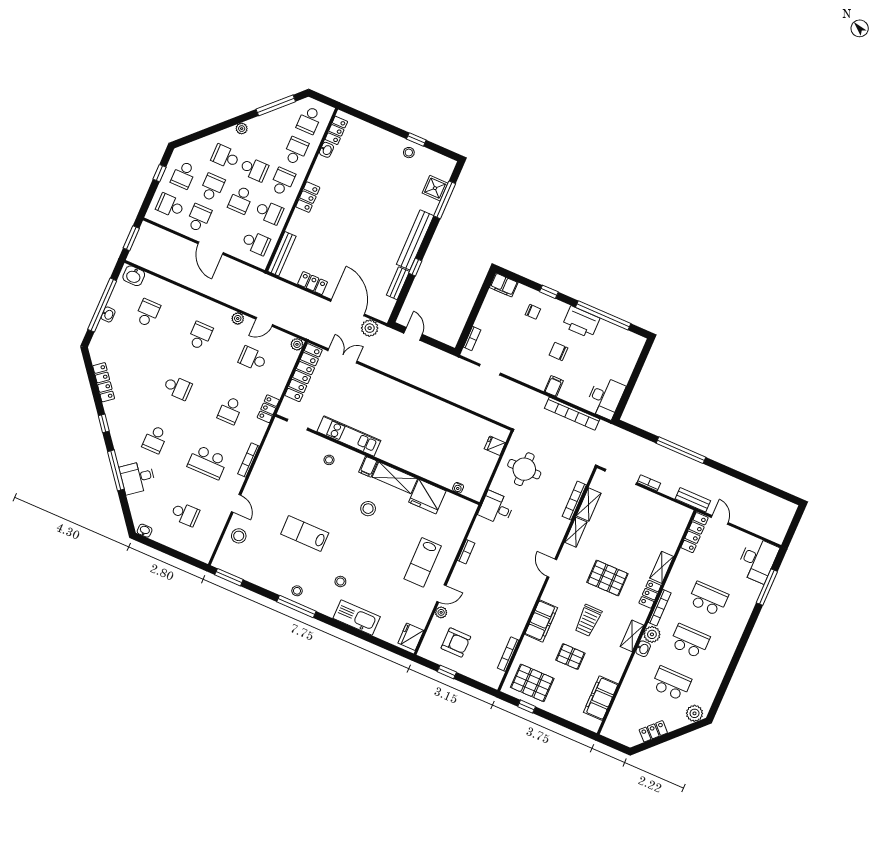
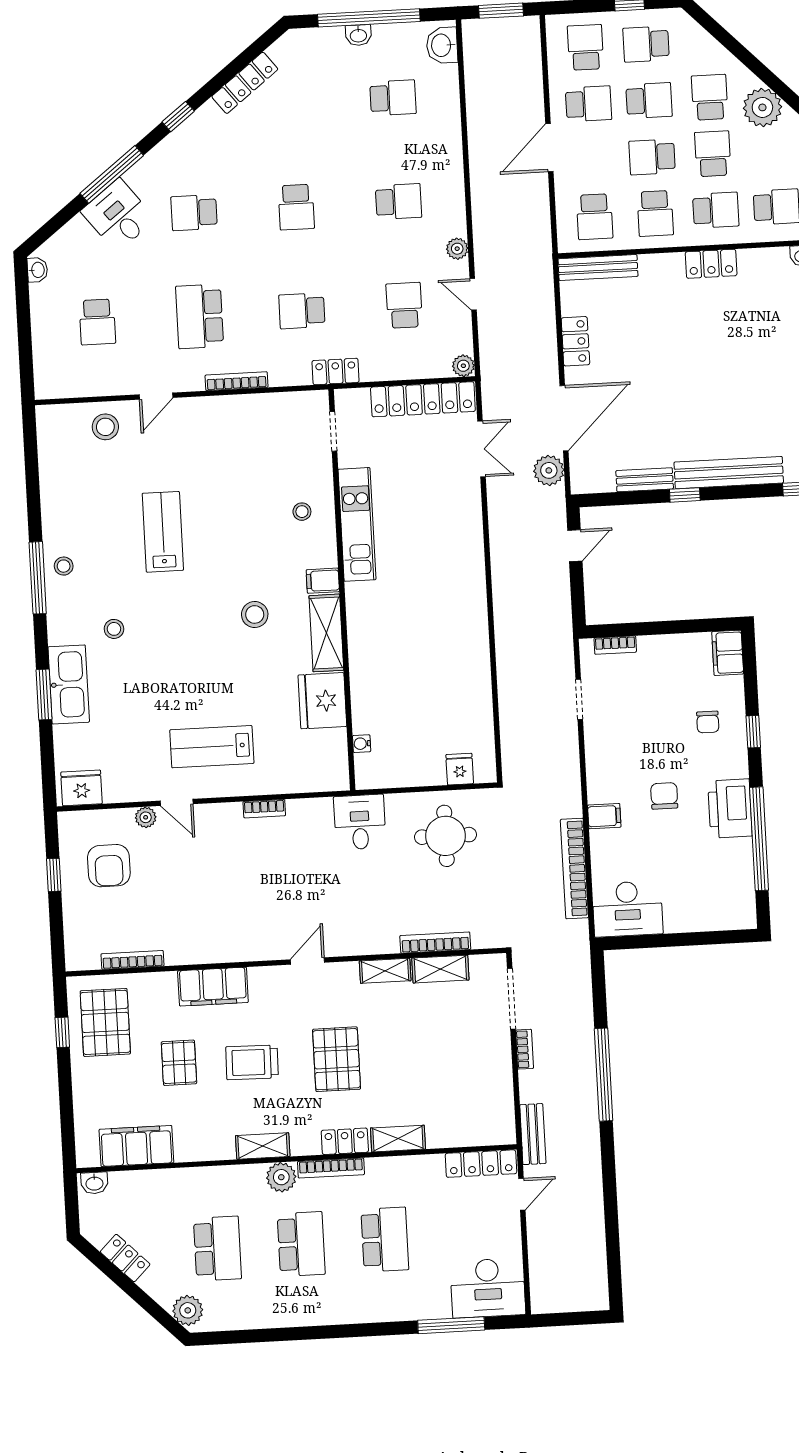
plant: (242, 129) -> (762, 107), width x1.88, depth x1.88
school desk: (254, 169) -> (713, 154), turned 180
window: (229, 577) -> (44, 695), moved
washbasin: (643, 649) -> (94, 1183), moved

